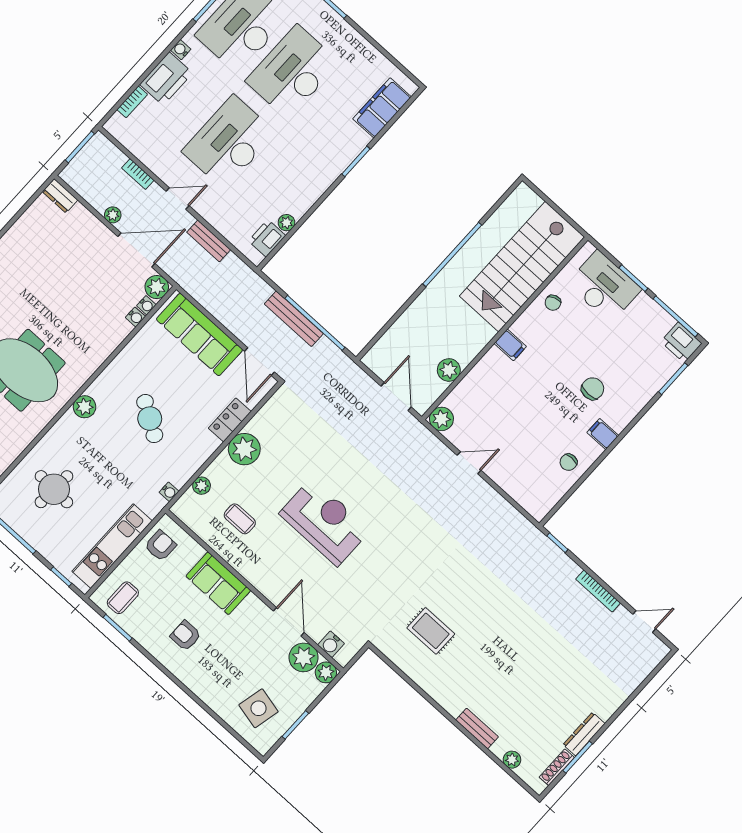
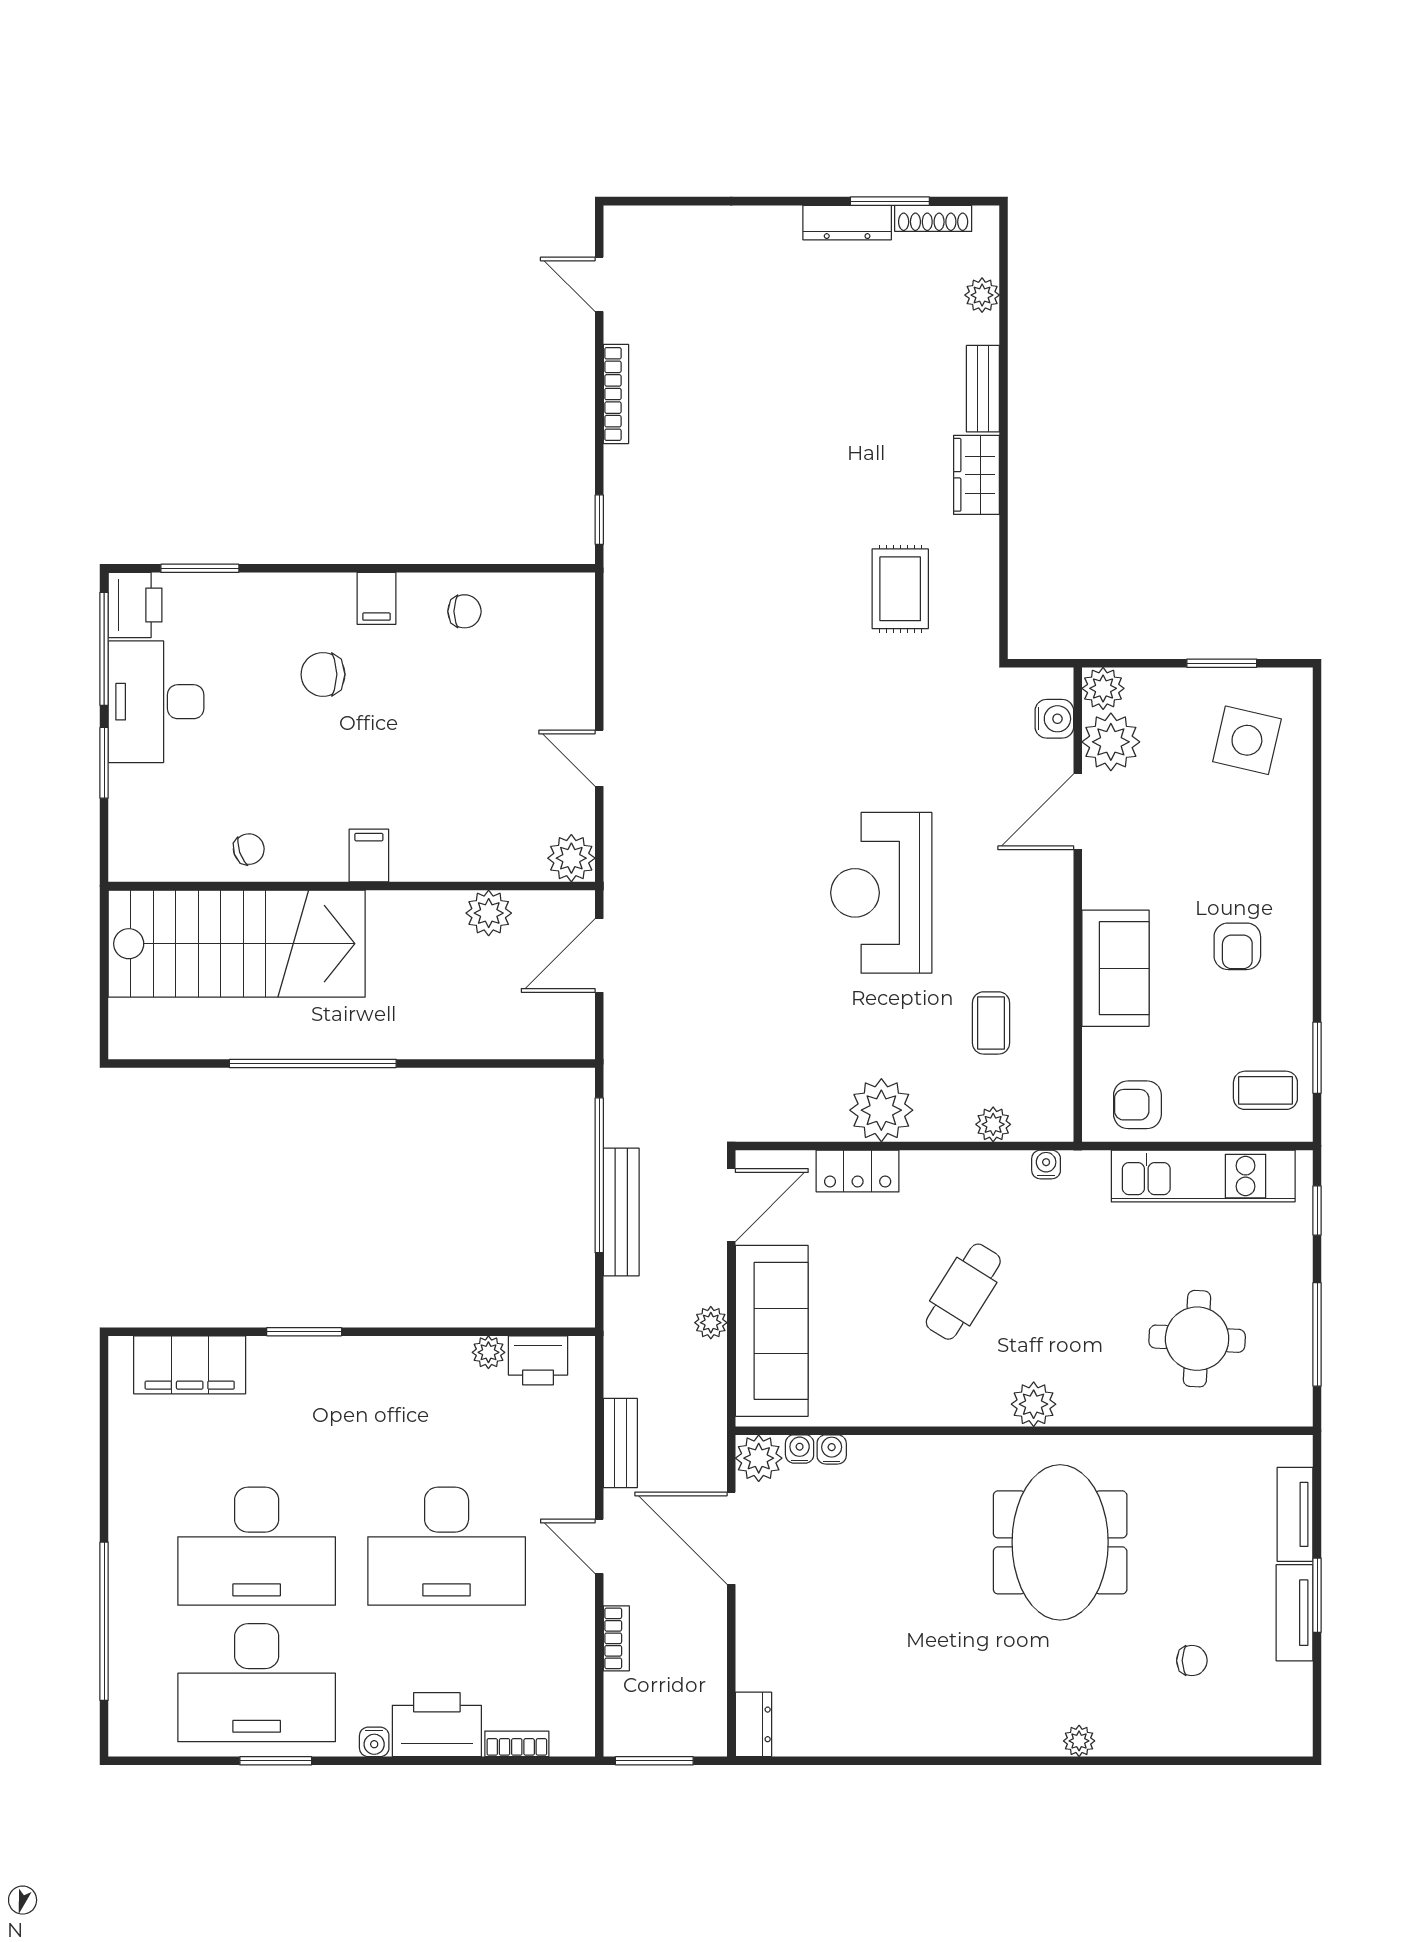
plant: (113, 215) -> (711, 1323), moved
desk: (604, 287) -> (156, 702), moved
wardrobe: (447, 697) -> (976, 475), added

